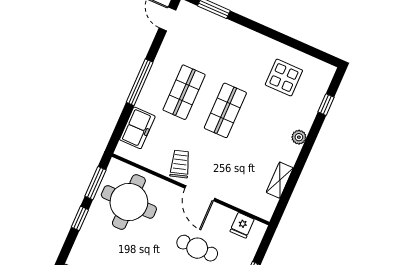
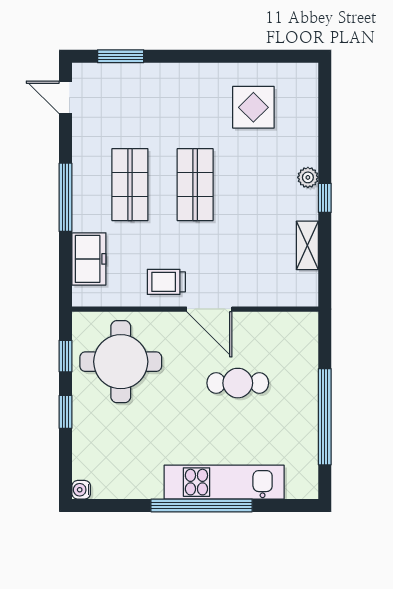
window: (326, 105) -> (325, 198), moved
trolley: (180, 164) -> (166, 282), turned -73
window: (95, 183) -> (65, 356), width x0.67
fridge: (242, 225) -> (284, 327), removed

